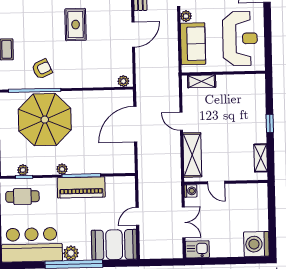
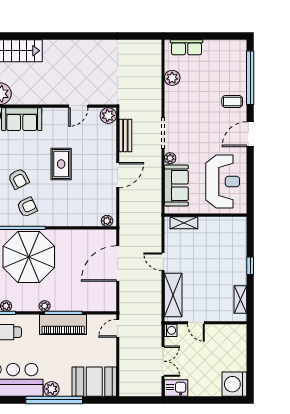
armchair: (33, 40) -> (19, 179), added
door: (137, 216) -> (118, 328), moved

